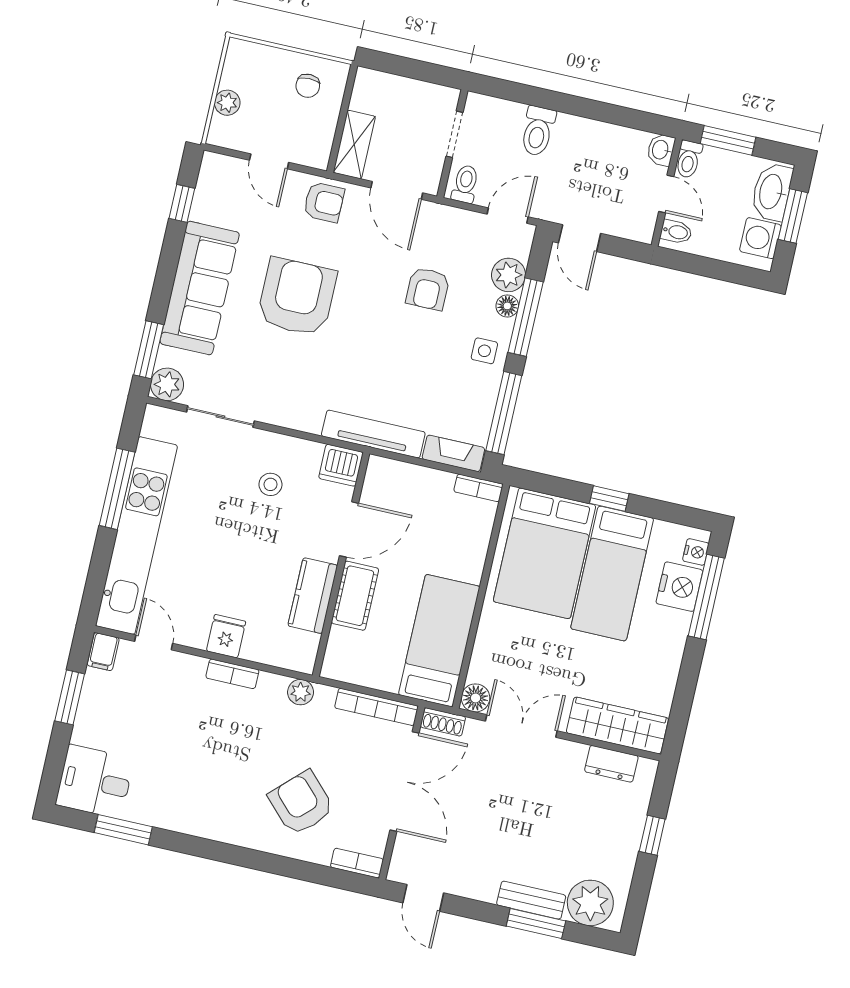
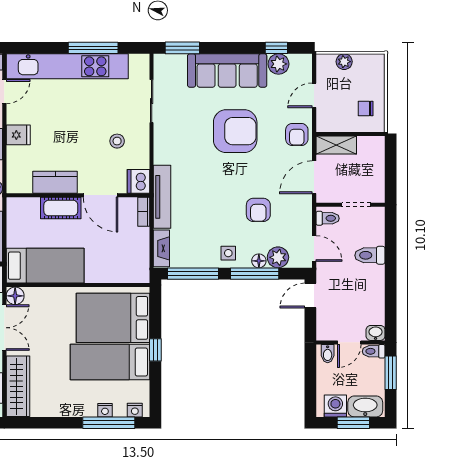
armchair: (428, 289) -> (258, 210), turned -90
plant: (167, 384) -> (279, 64), moved
bookcase: (478, 488) -> (144, 212), moved
nightstand: (679, 587) -> (105, 410), width x0.53, depth x0.56

